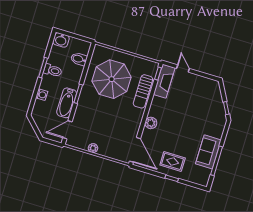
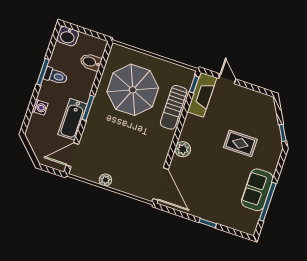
rug: (173, 161) -> (240, 143), moved

